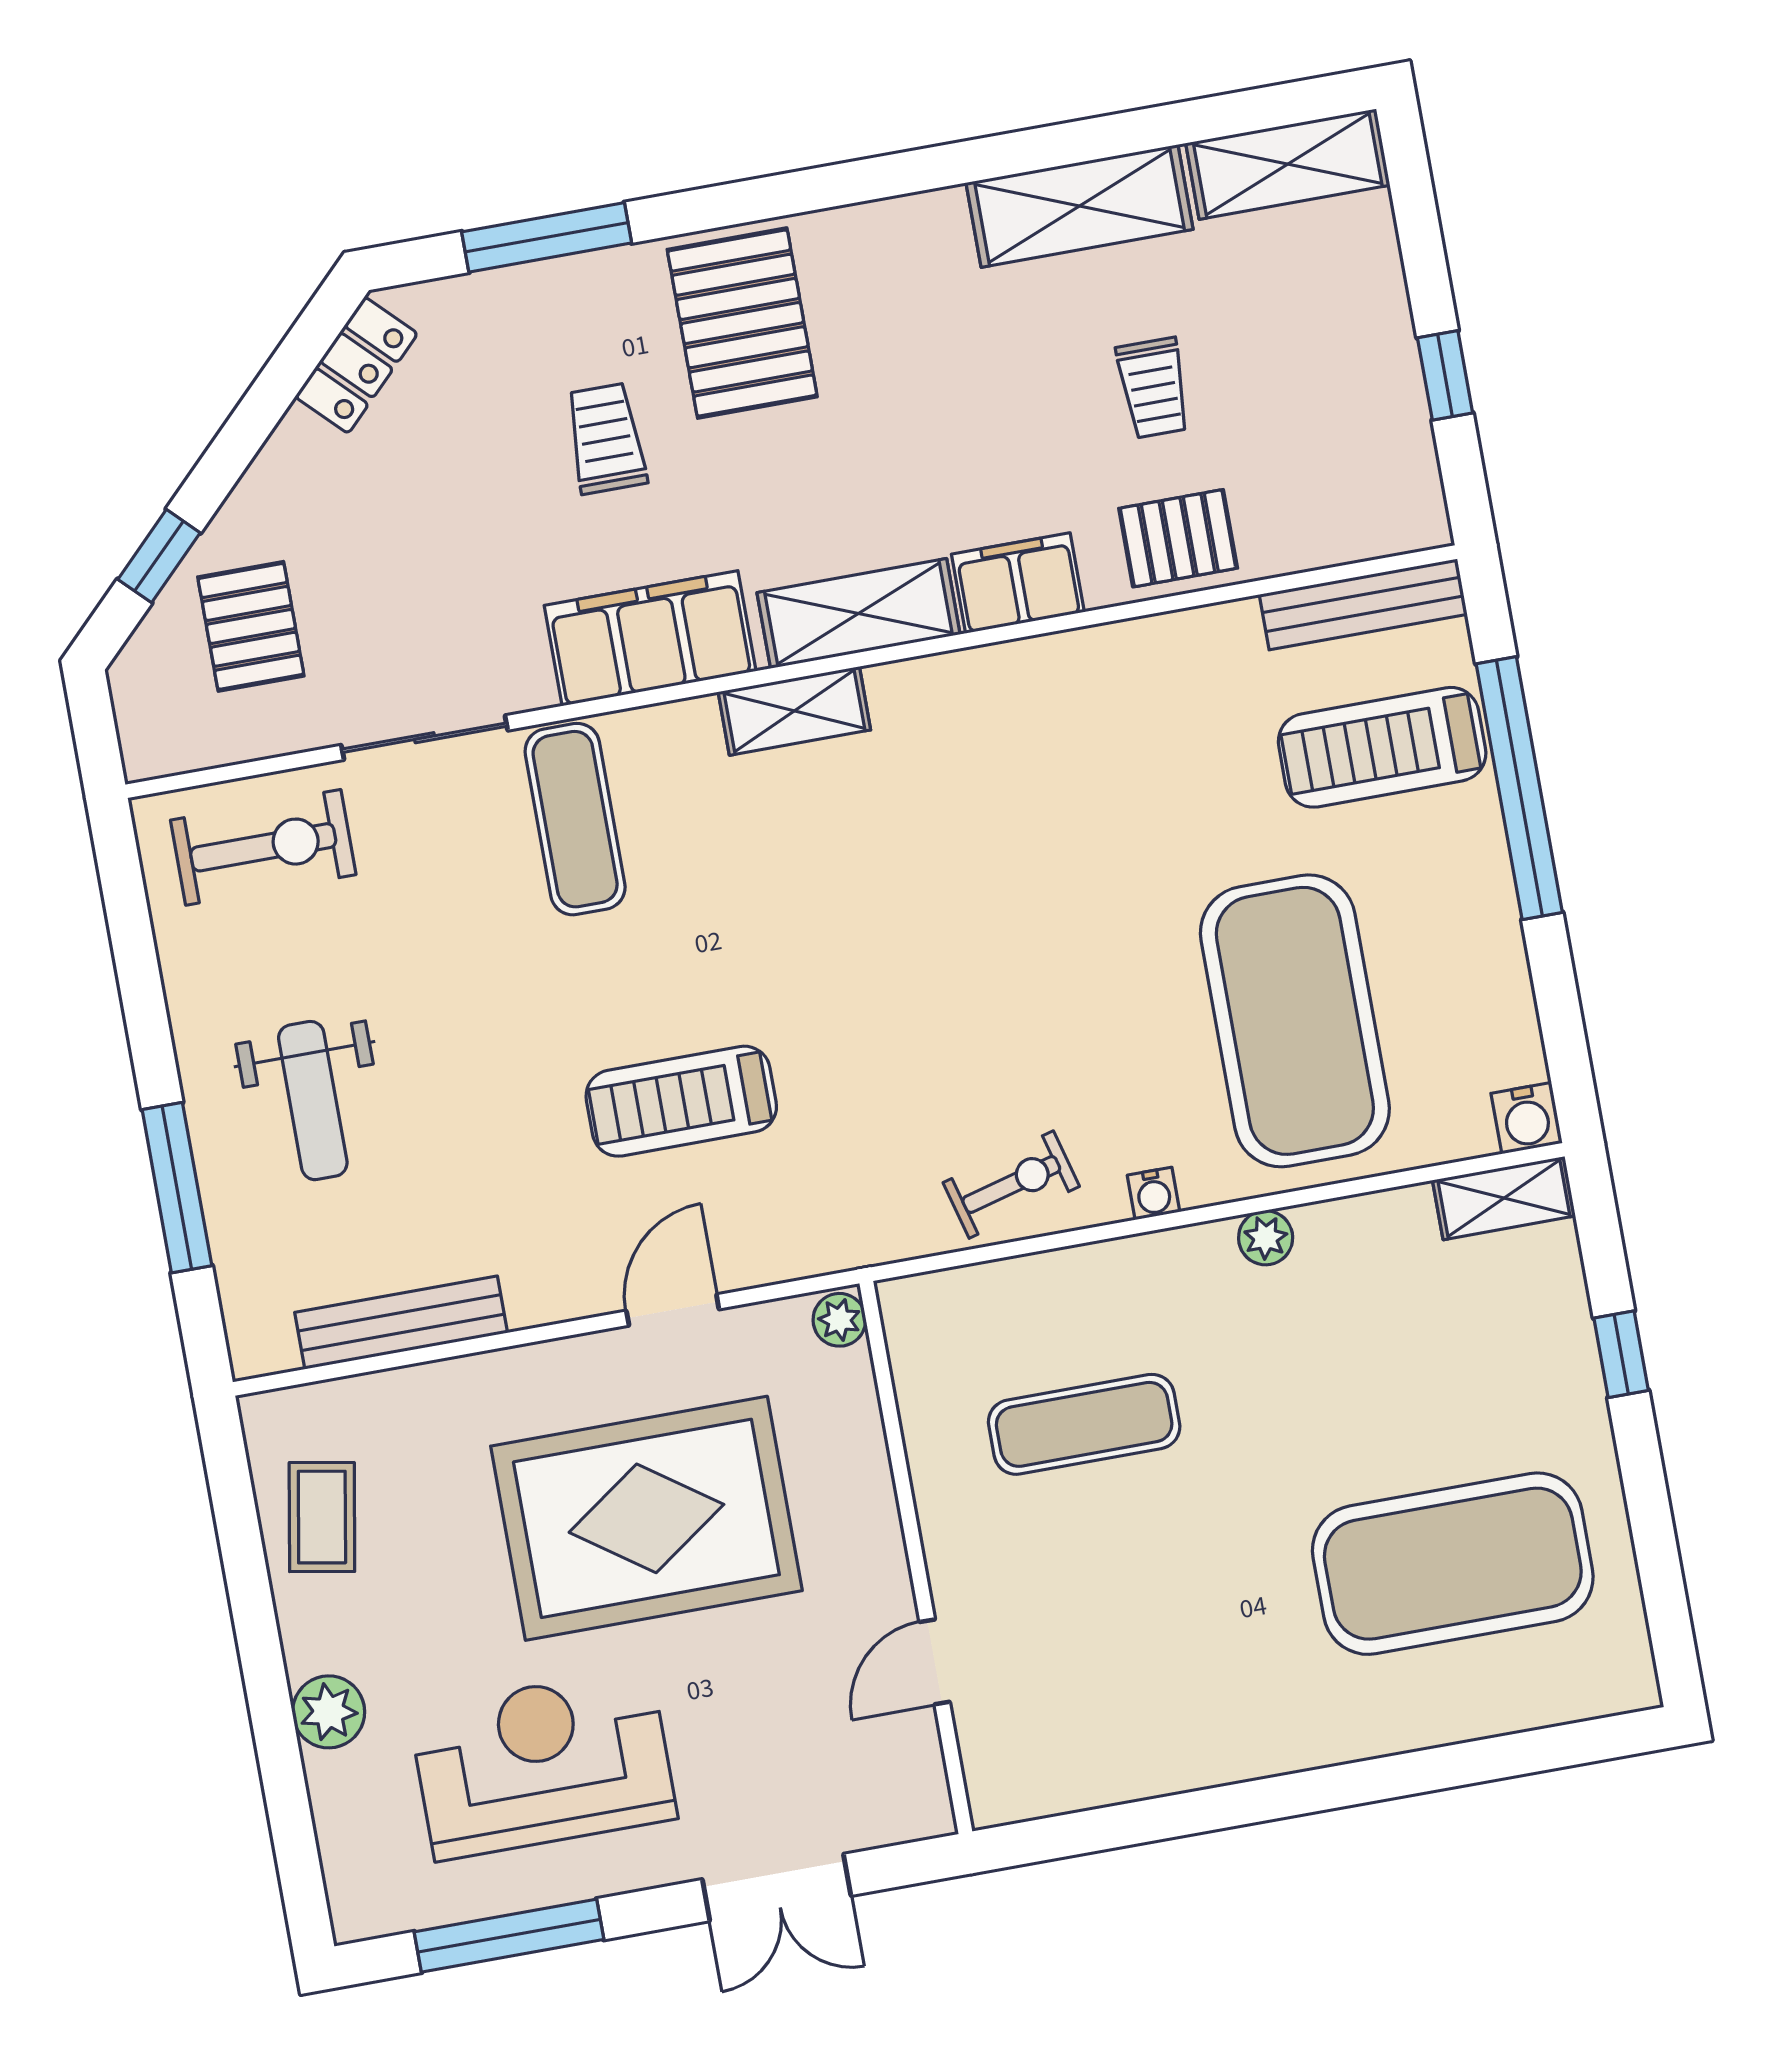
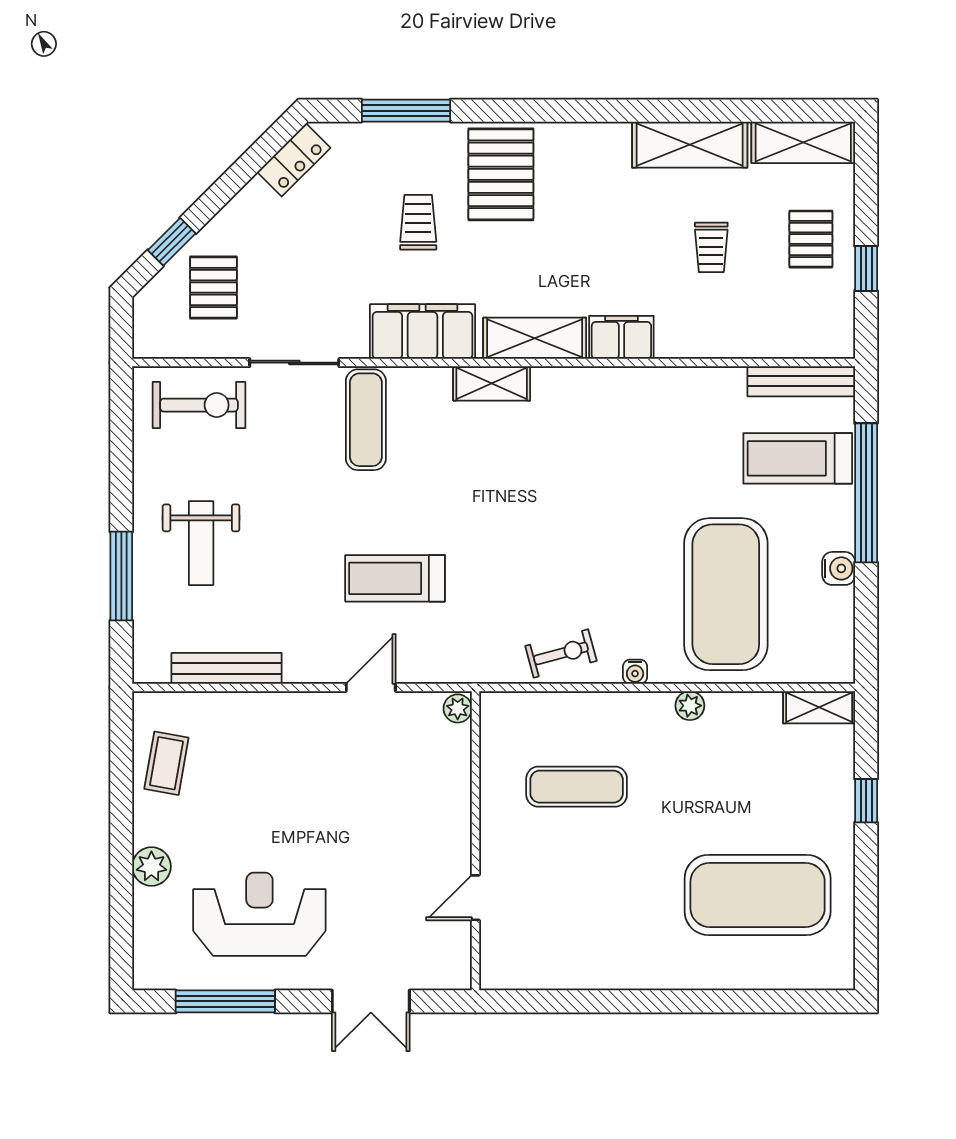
pallet: (1178, 538) -> (811, 239), moved, turned 90
water cooler: (1527, 1118) -> (839, 568), moved, turned -90
rug: (646, 1518) -> (337, 795), removed

